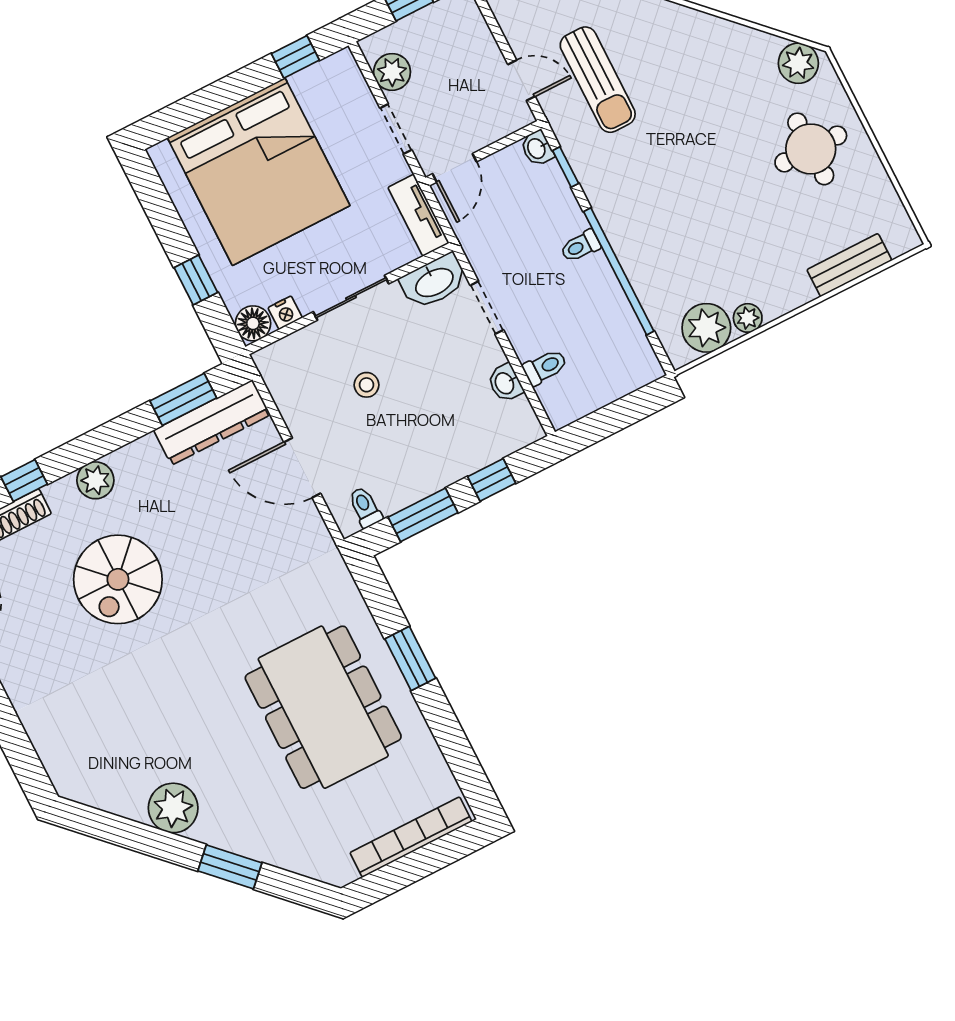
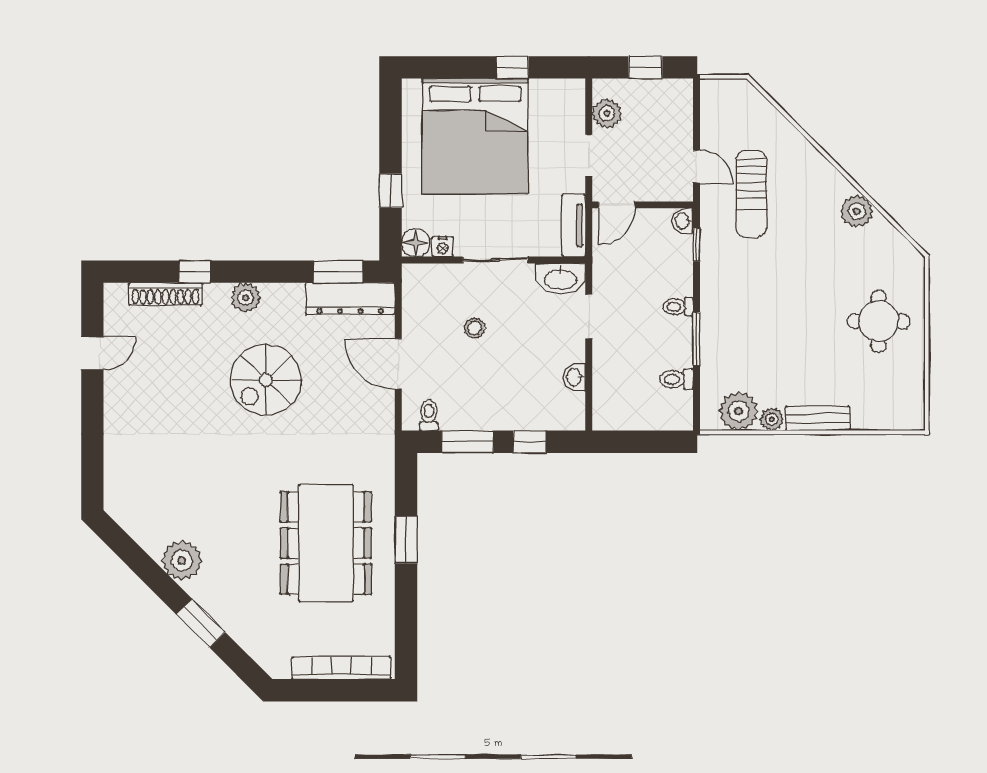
window: (295, 57) -> (512, 67), moved
plant: (798, 63) -> (857, 211), moved
bench: (849, 265) -> (818, 418), moved
window: (619, 271) -> (696, 339), width x0.47
toilet: (545, 367) -> (676, 379), moved, turned 180
spiral stairs: (118, 579) -> (266, 380), moved

